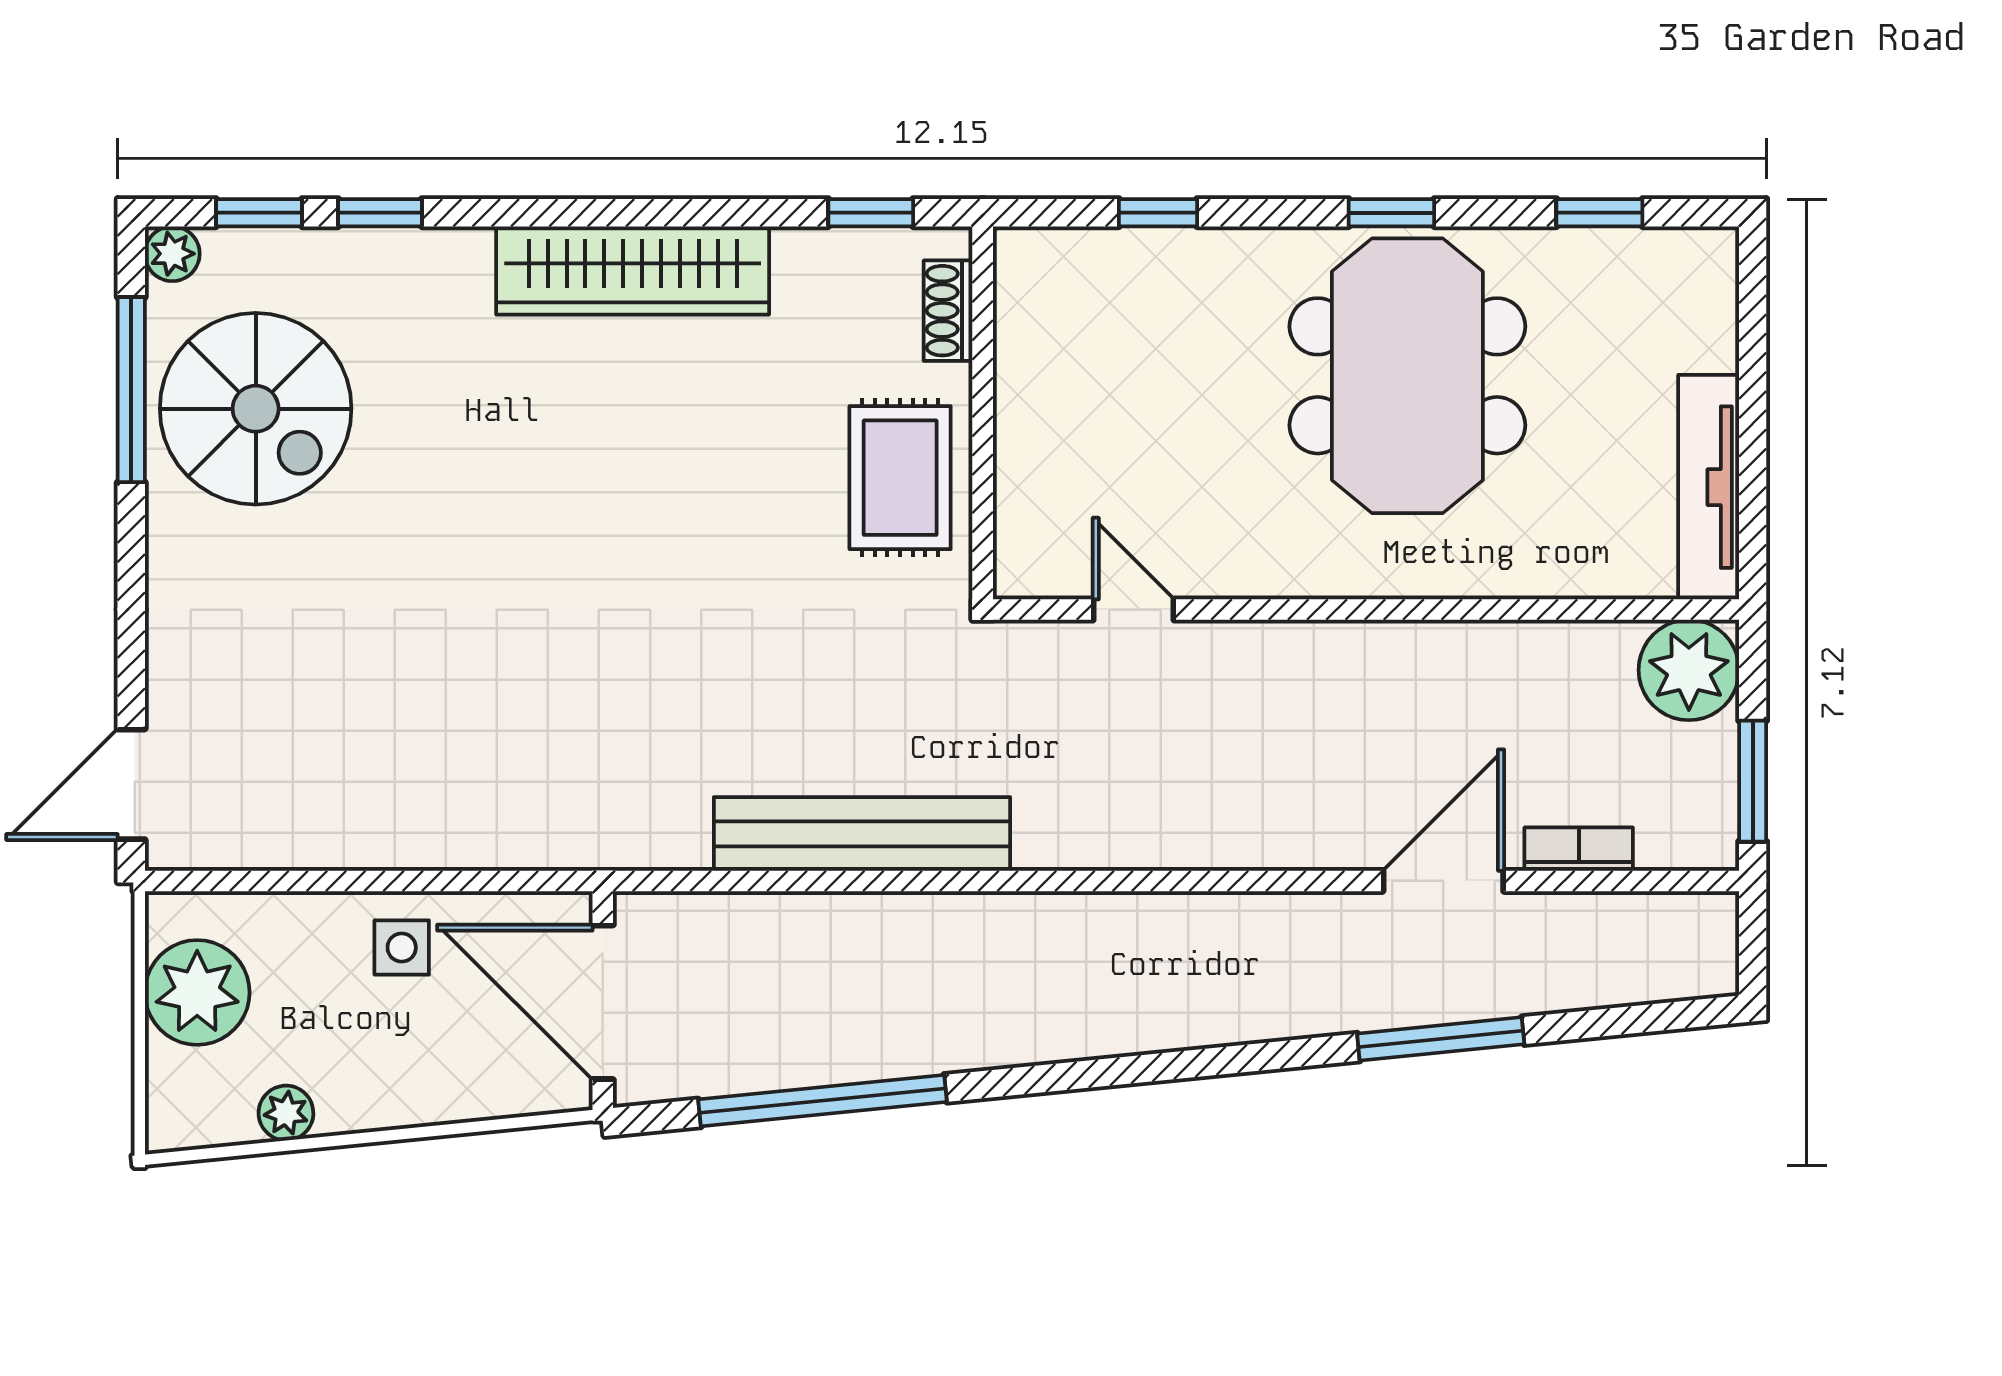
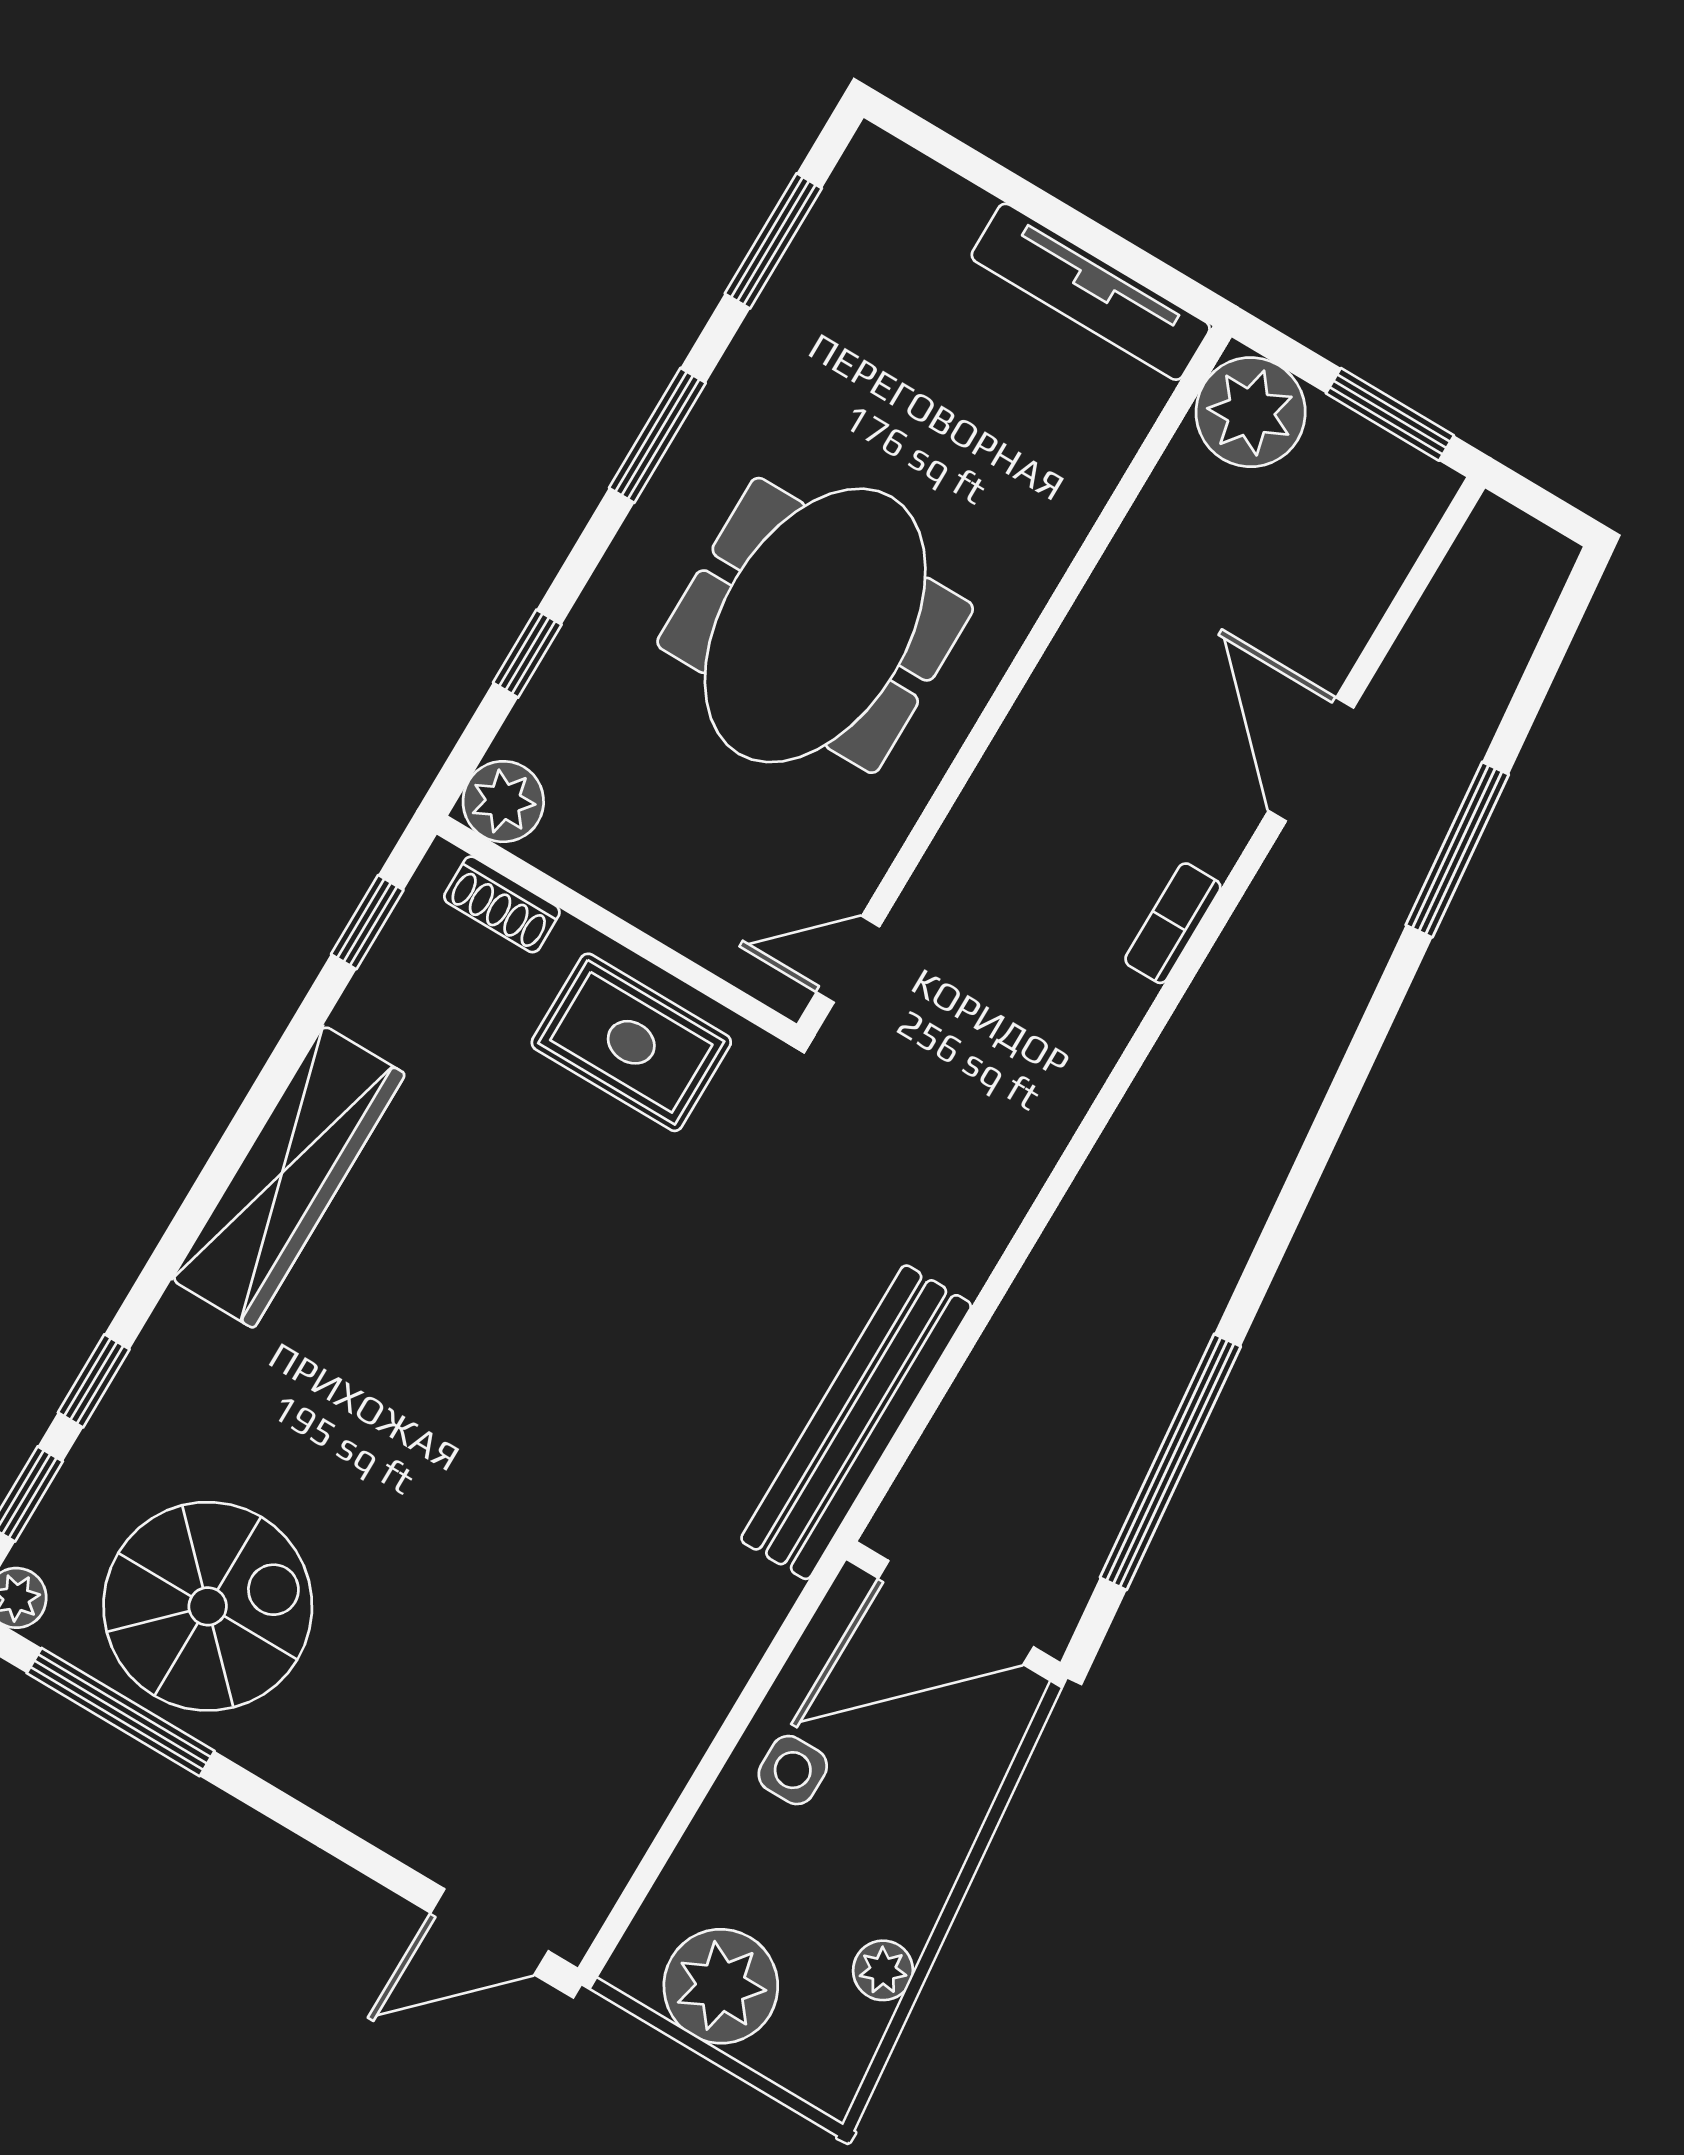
window: (1391, 213) -> (657, 435), width x1.50
window: (1599, 213) -> (773, 241), width x1.50
plant: (1030, 263) -> (503, 802), added
meeting table: (1407, 376) -> (815, 625), moved, turned 90
door: (1134, 610) -> (848, 959), moved
door: (131, 784) -> (489, 1932), hinge flipped
bench: (862, 834) -> (856, 1422), moved
bookcase: (1579, 849) -> (1173, 923), moved

